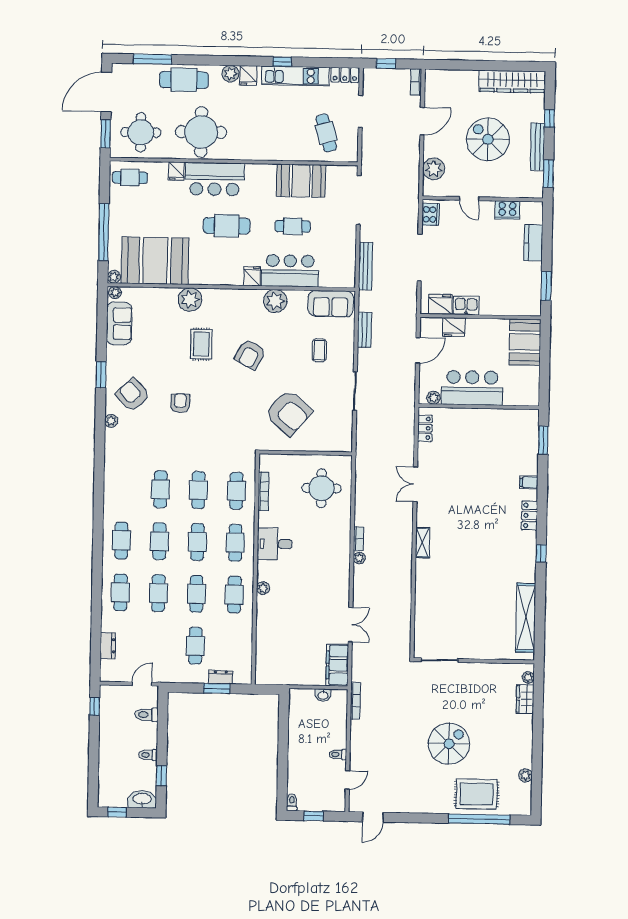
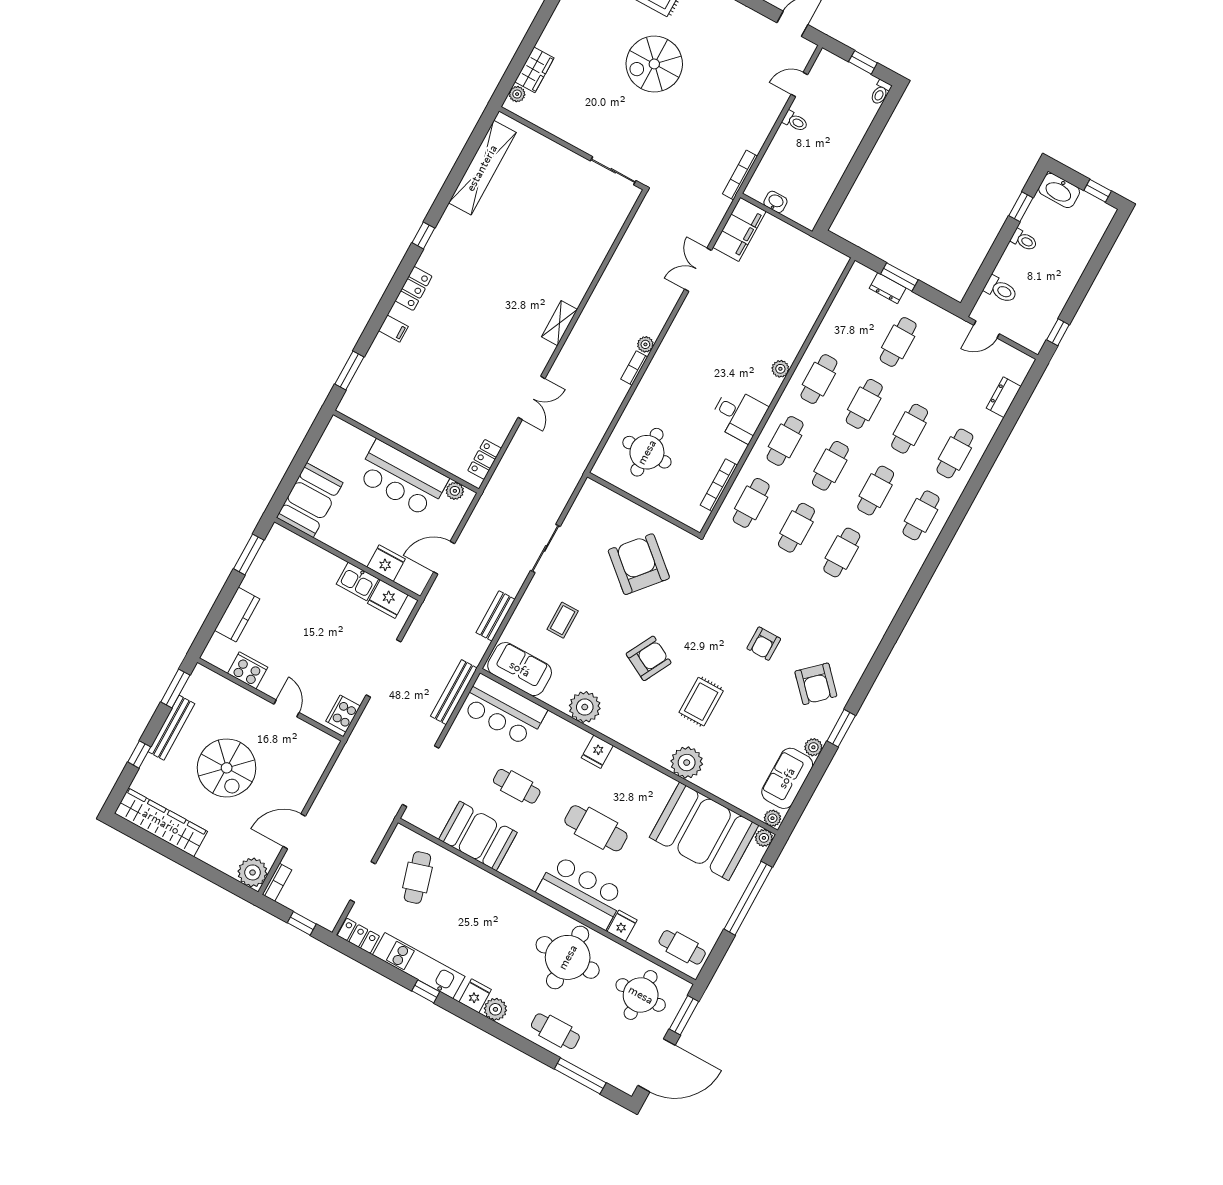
cafe table: (184, 80) -> (555, 1031), width x0.73, depth x0.74
plant: (434, 169) -> (253, 872), moved
bar counter: (290, 271) -> (504, 710), moved
plant: (111, 421) -> (813, 747), moved

